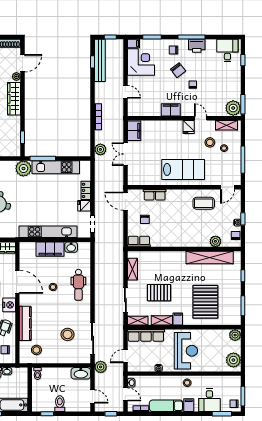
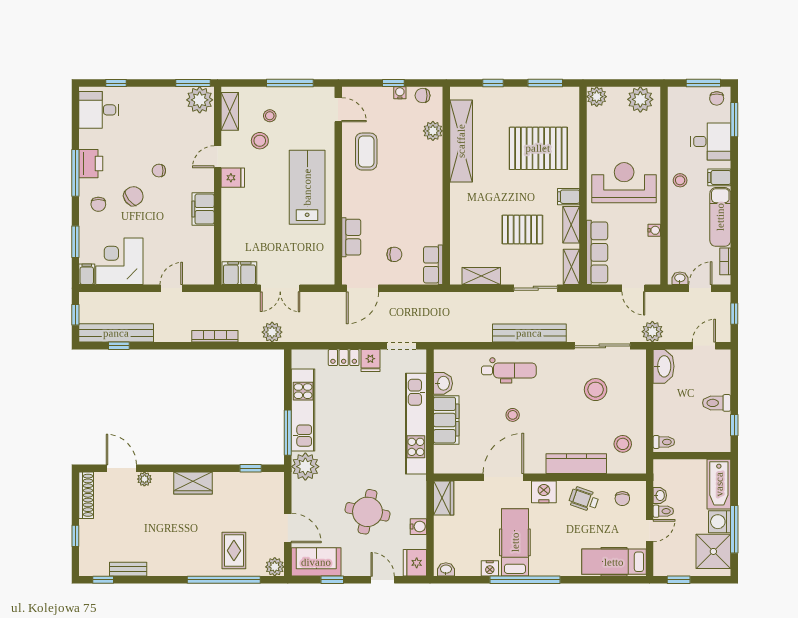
wardrobe: (14, 99) -> (193, 483), width x0.67
pallet: (159, 293) -> (522, 230), turned 90
bench: (100, 297) -> (529, 333), added

